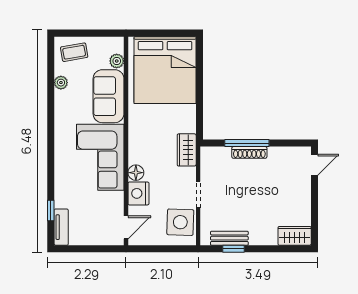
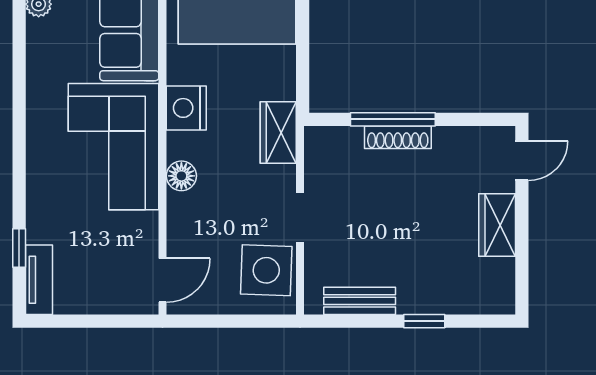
nightstand: (138, 193) -> (186, 108), moved
wardrobe: (295, 236) -> (497, 225), moved, turned -90
window: (233, 249) -> (424, 321), moved

